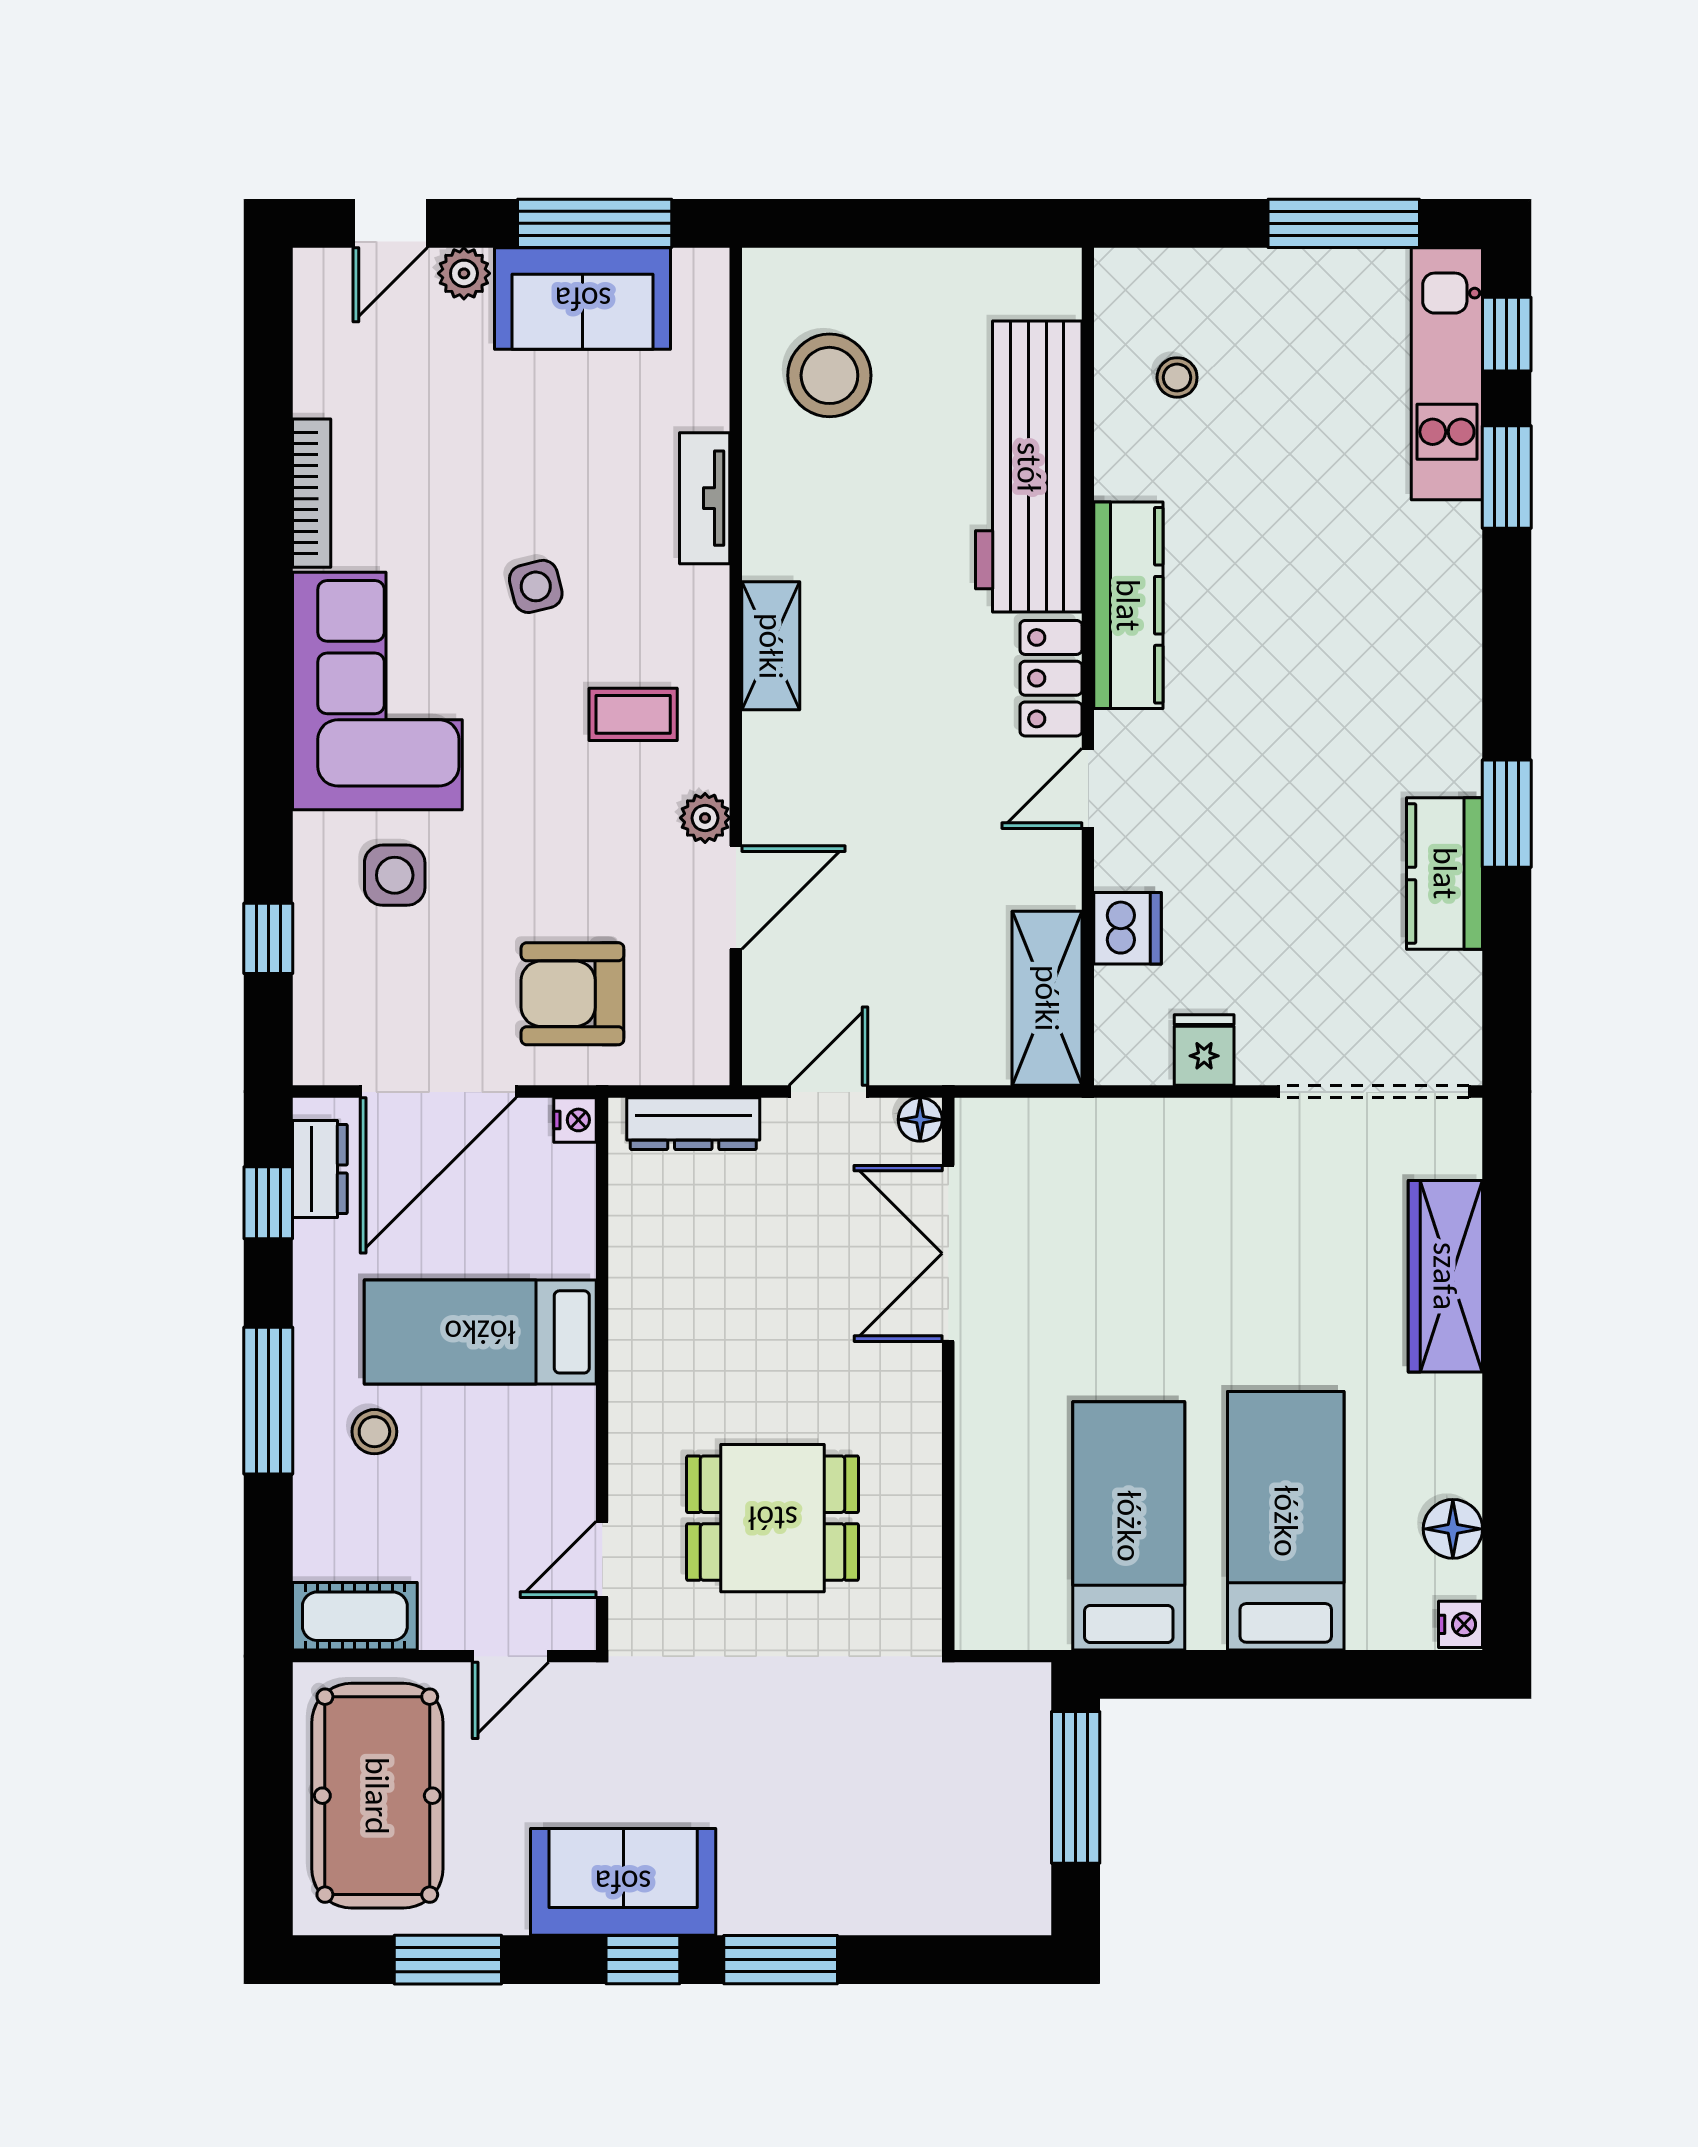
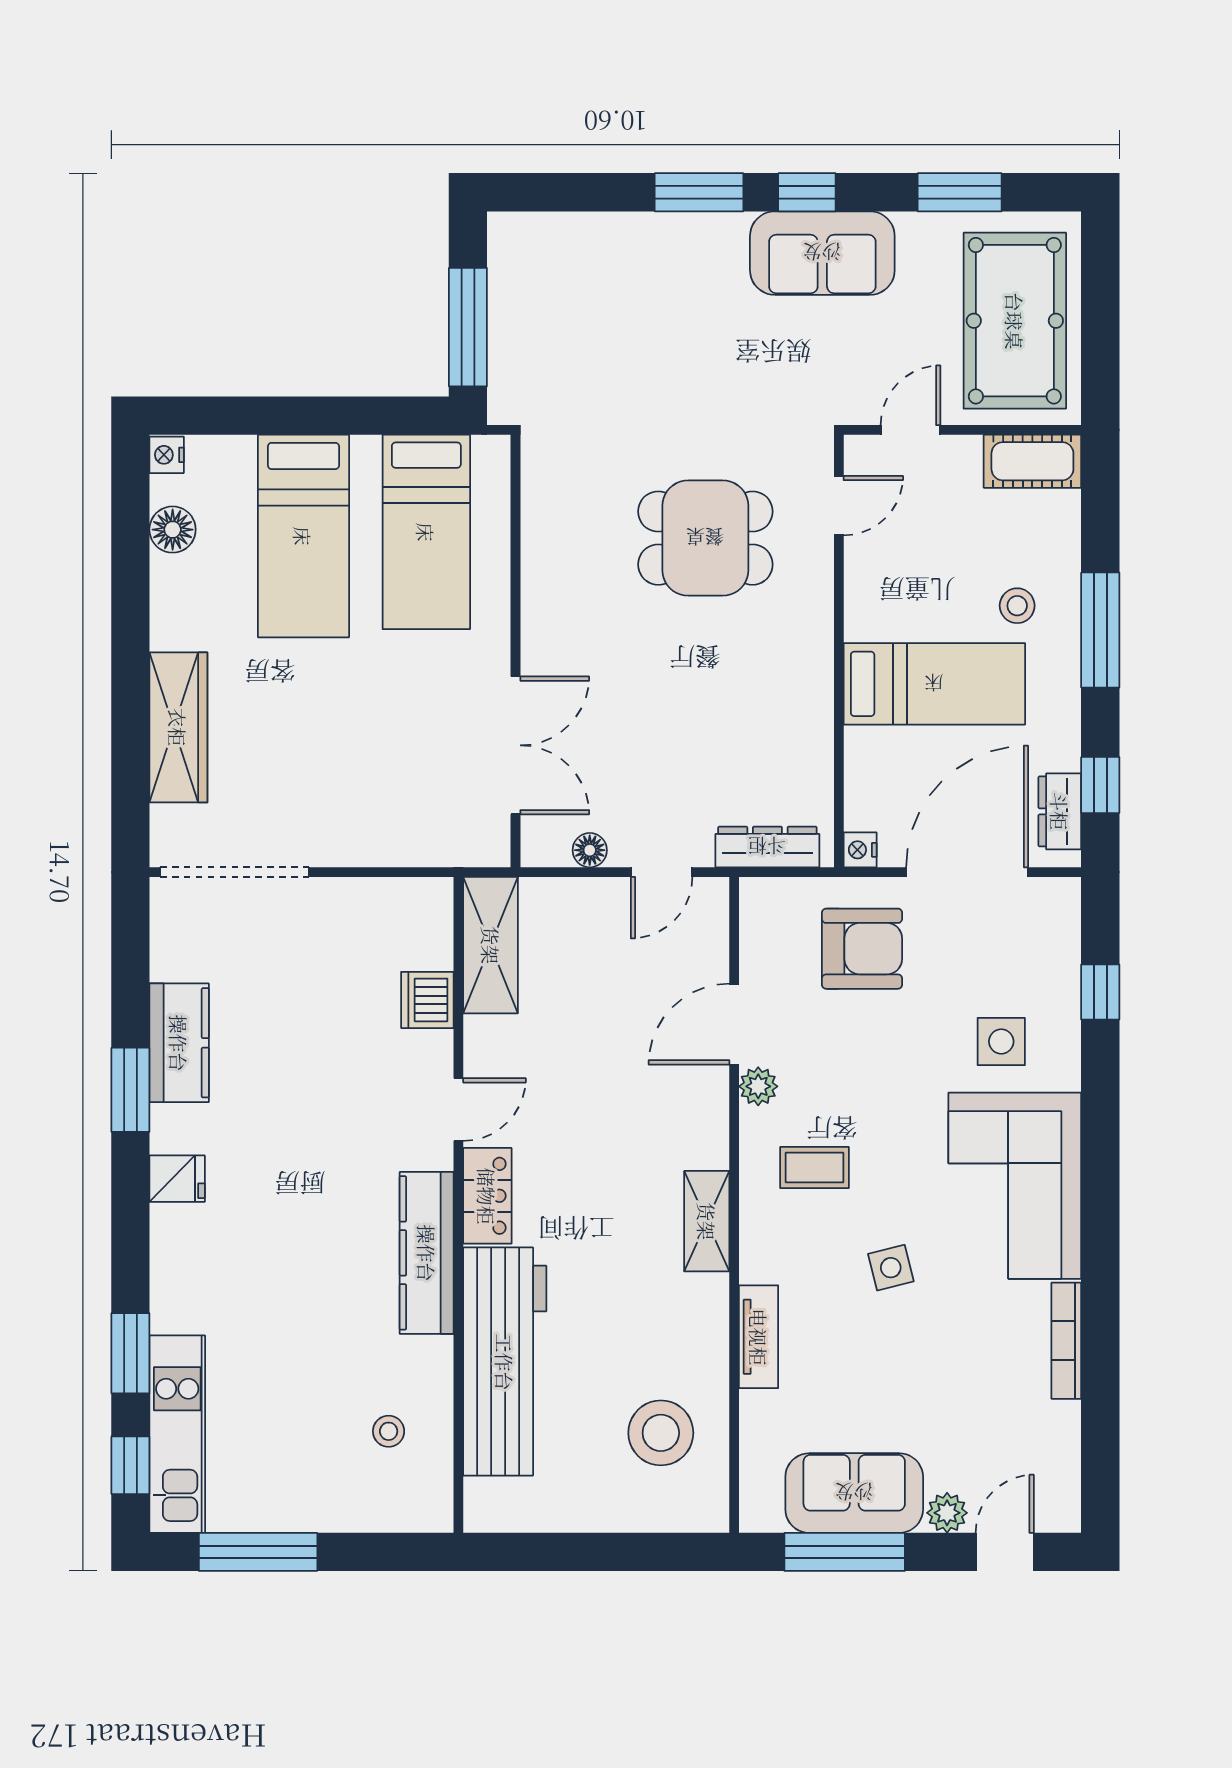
fridge: (1204, 1050) -> (177, 1179), moved, turned -90
double door: (948, 1253) -> (515, 745), moved
wall: (948, 1374) -> (515, 651), moved

